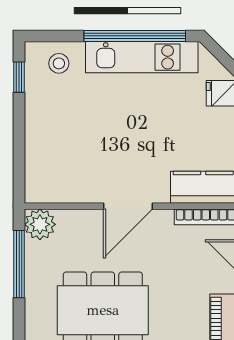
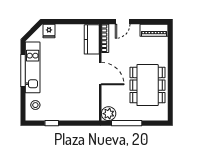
window: (135, 36) -> (23, 71), width x0.68
window: (19, 77) -> (52, 123), moved

